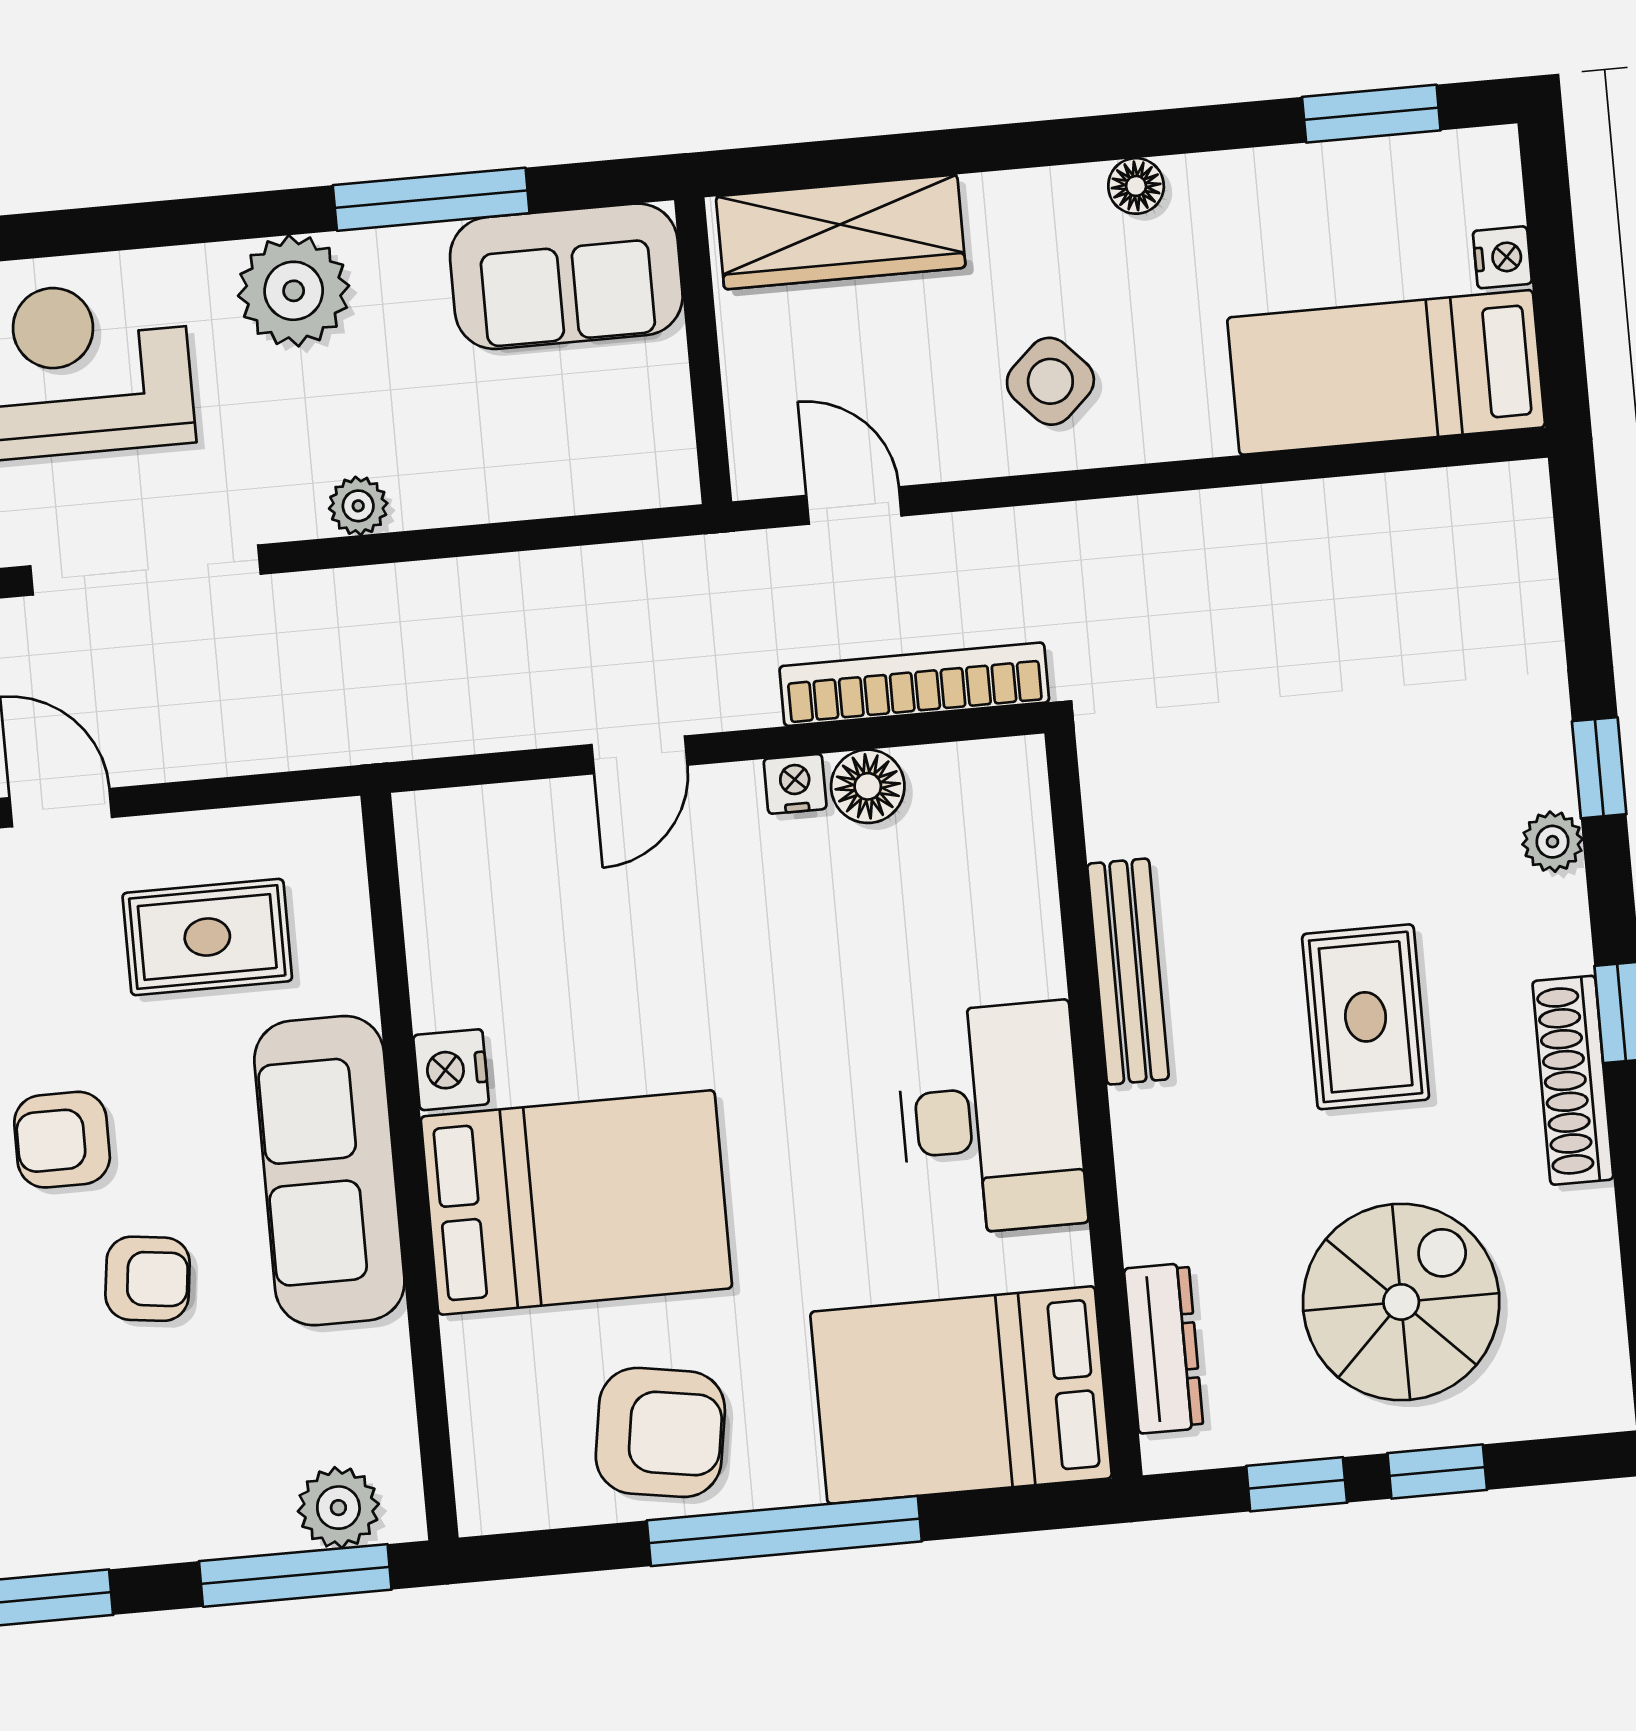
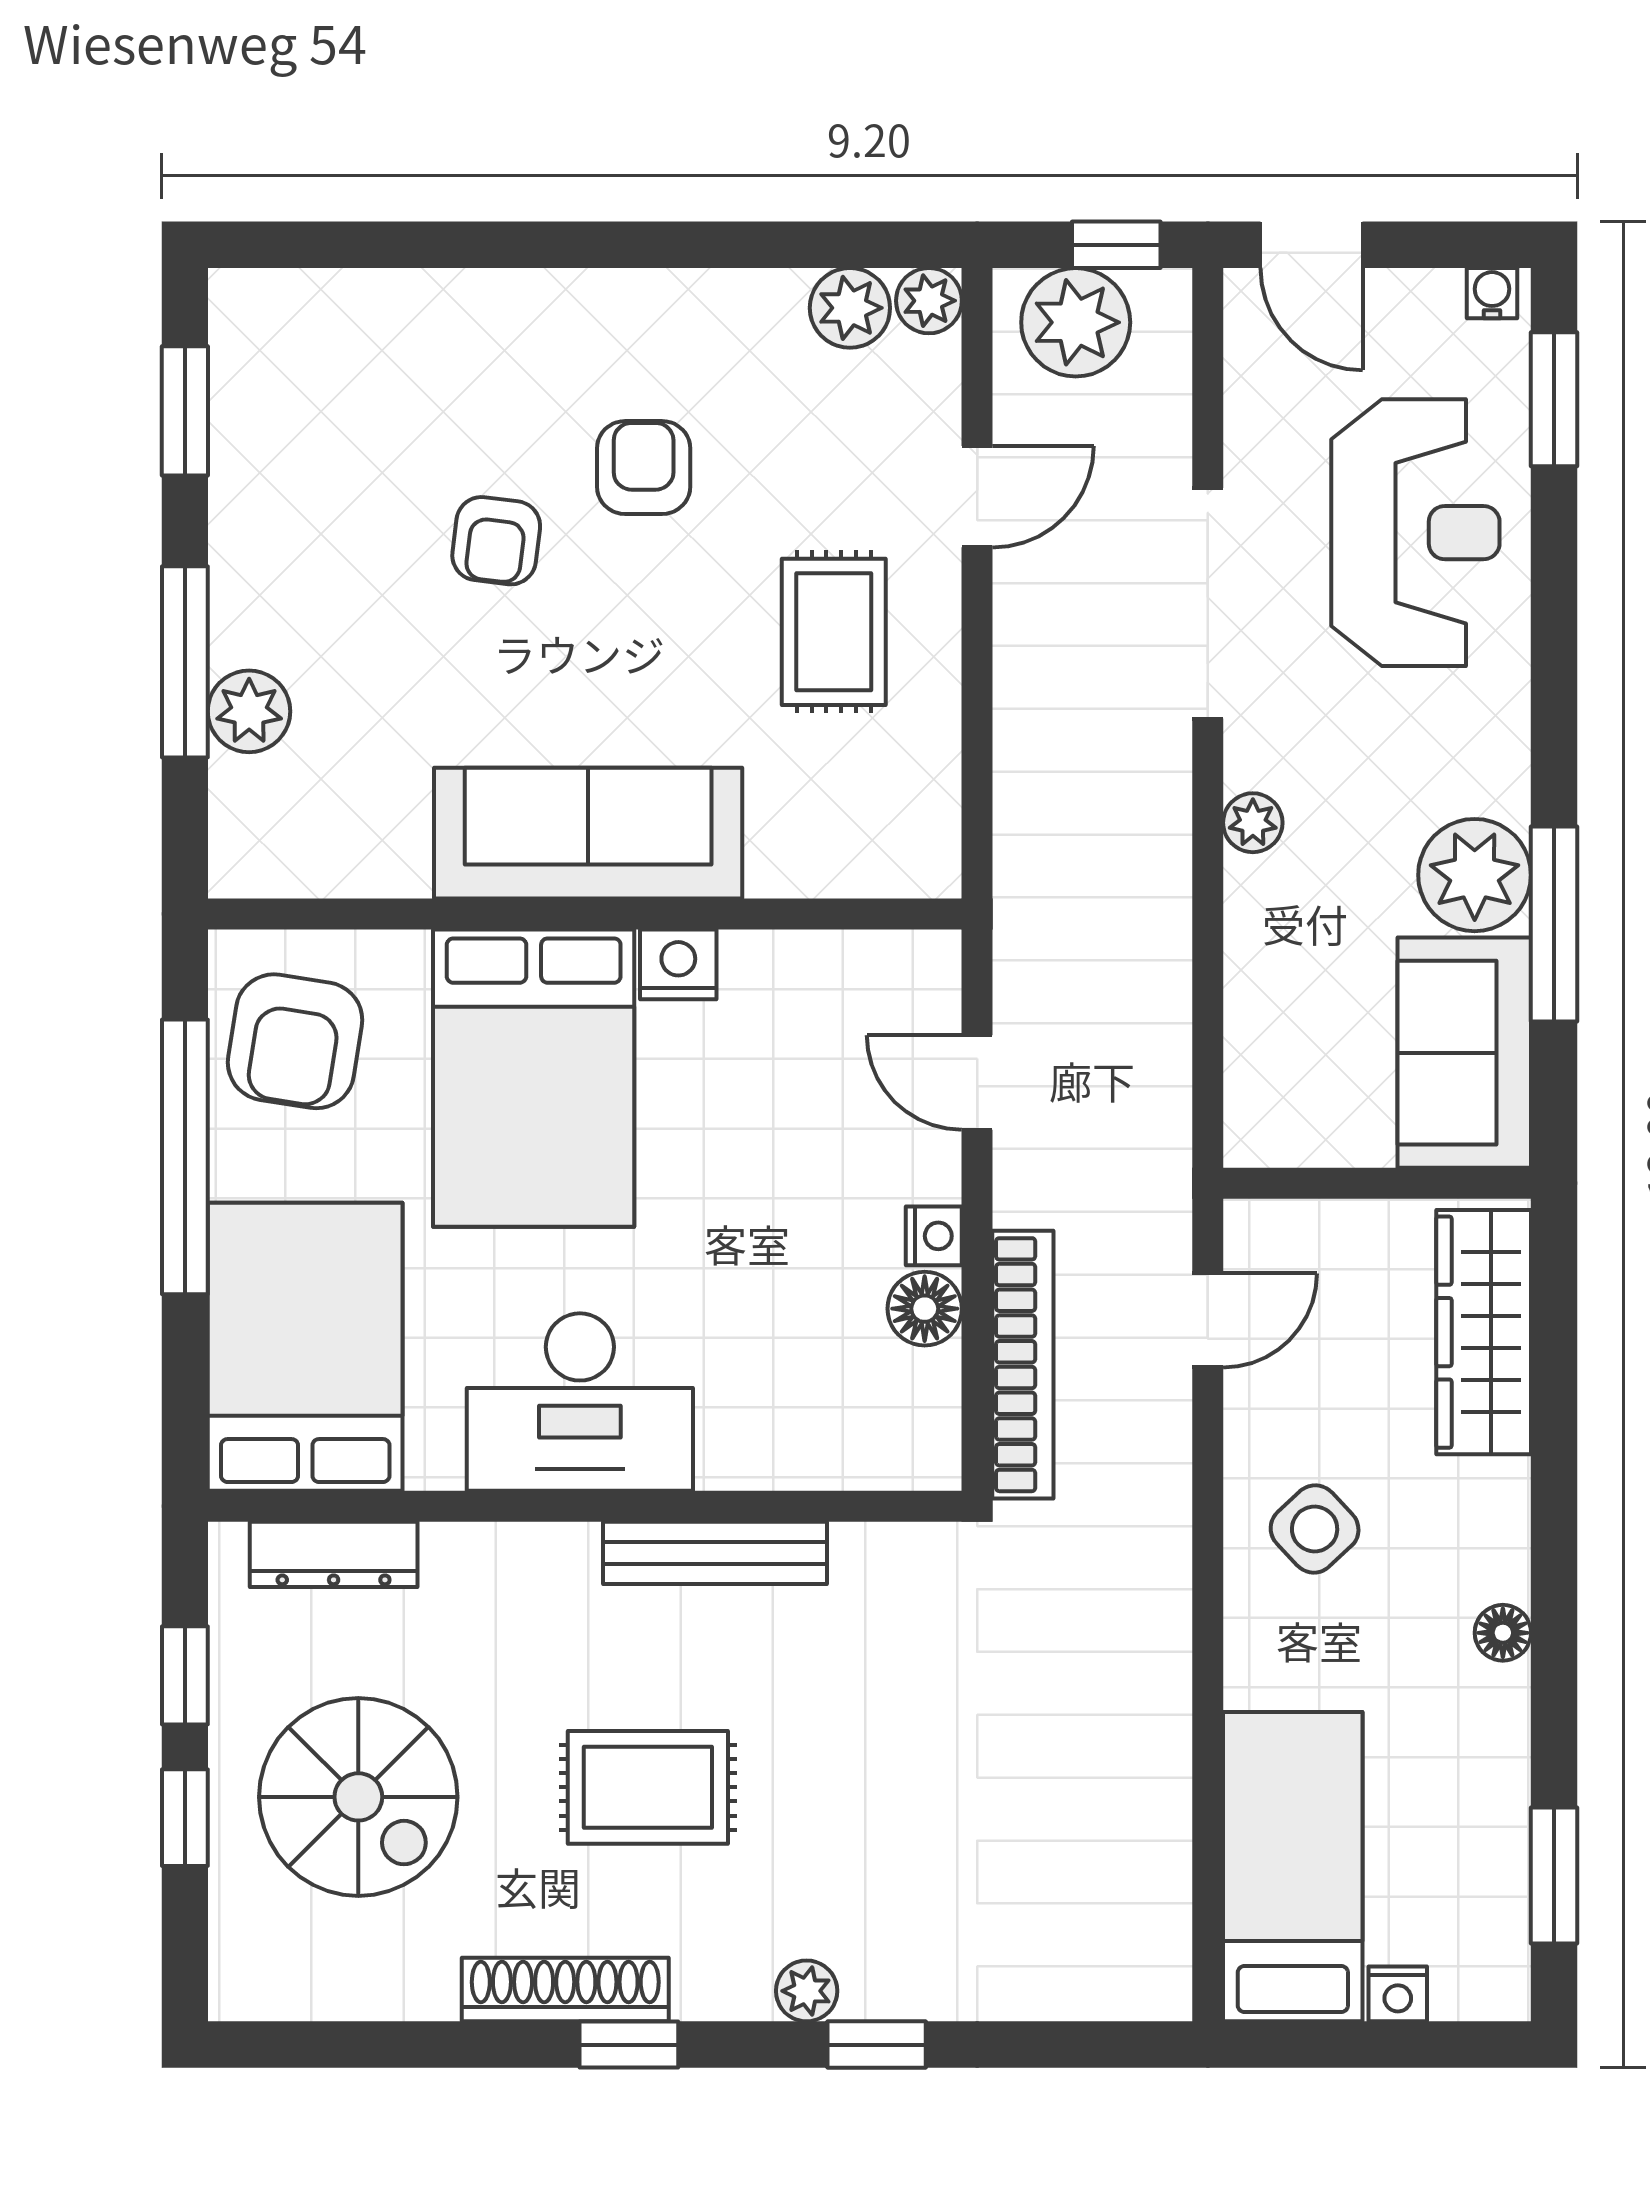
plant: (294, 291) -> (1475, 875), moved
nightstand: (451, 1070) -> (678, 964), moved
wall: (410, 1167) -> (585, 914), moved
sofa: (329, 1171) -> (588, 833), moved
bed: (576, 1202) -> (534, 1078), moved

